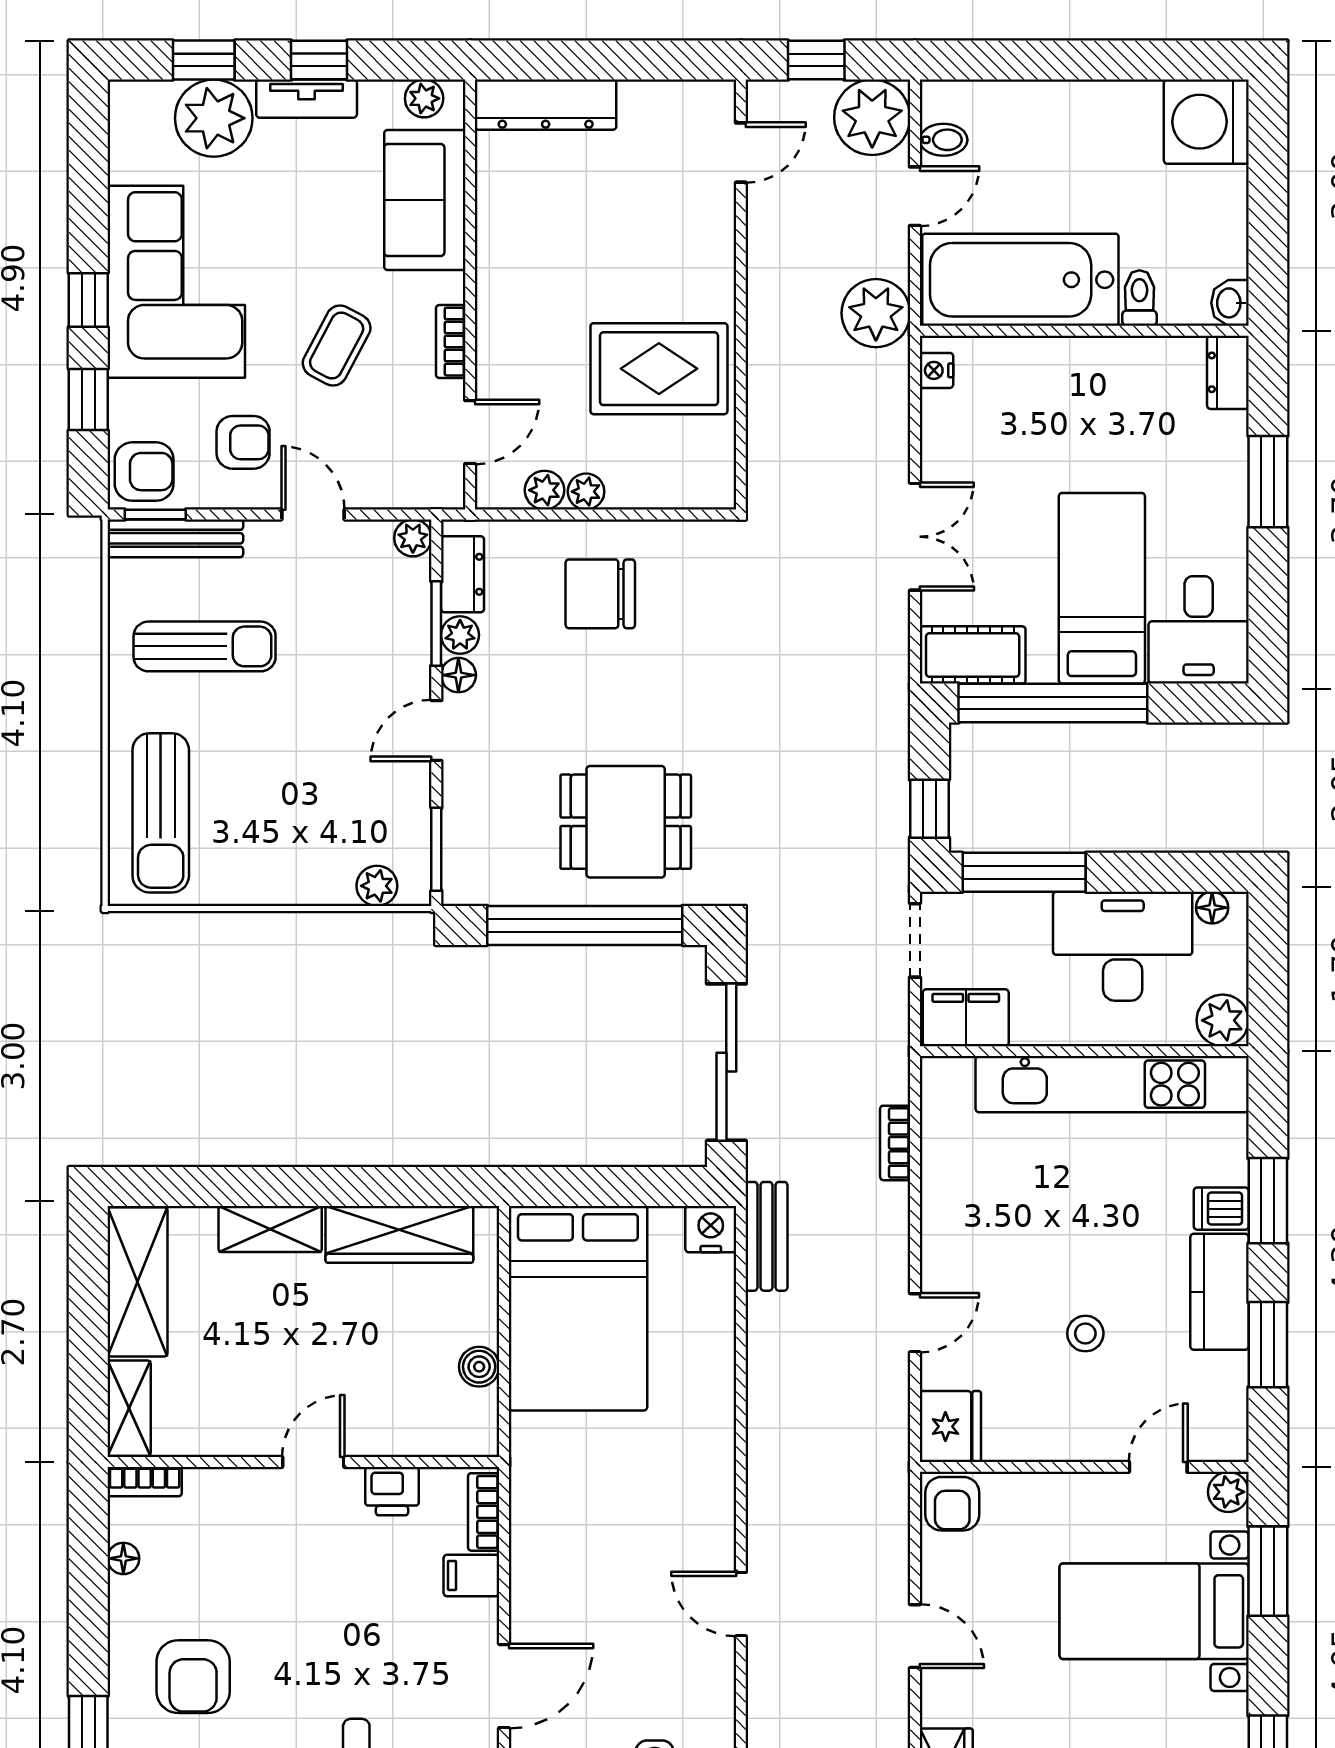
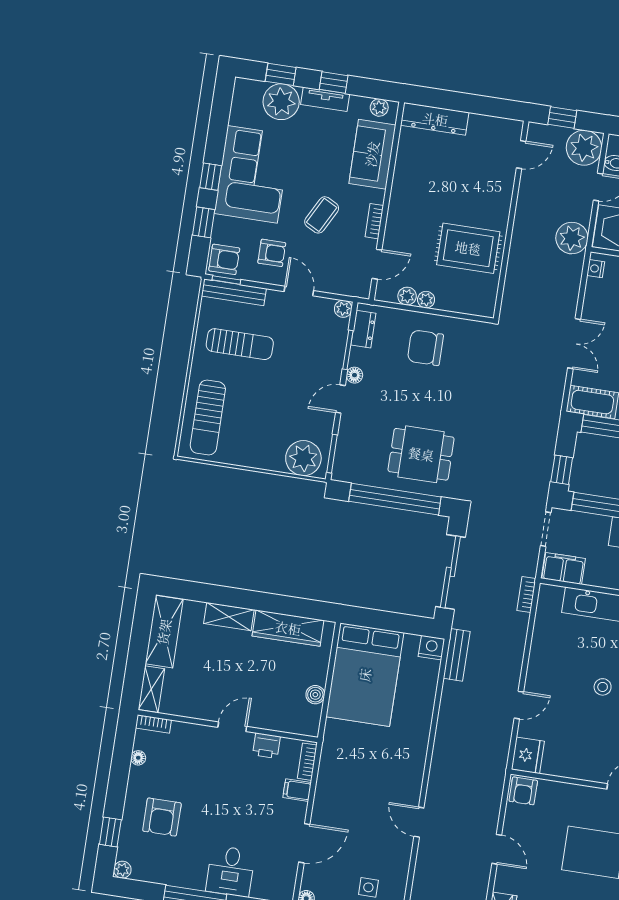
plant: (460, 635) -> (358, 357), removed
plant: (377, 886) -> (303, 458), width x1.88, depth x1.88
bookcase: (895, 1143) -> (526, 595), moved
stool: (1085, 1334) -> (603, 687), moved

